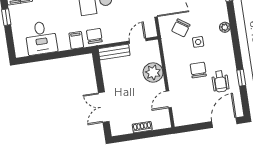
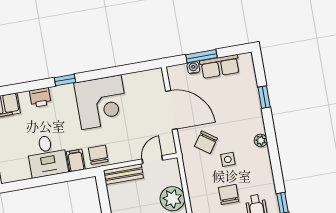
desk: (41, 38) -> (47, 156), moved

